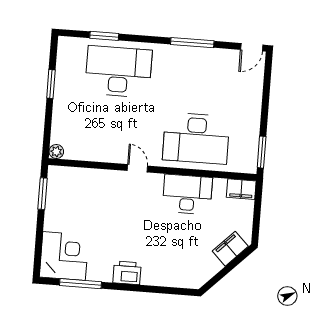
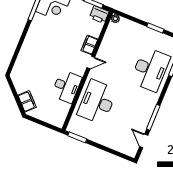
door: (252, 47) -> (144, 141), moved
filing cabinet: (241, 189) -> (90, 45), moved
printer: (127, 273) -> (99, 15), moved, turned 90

